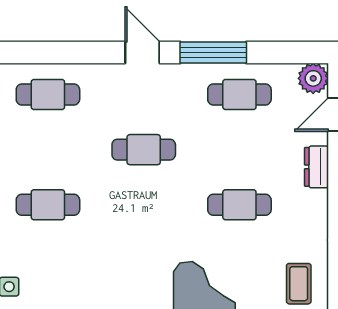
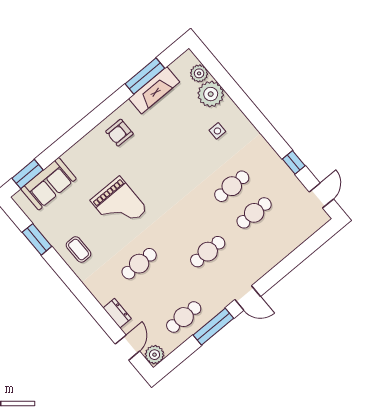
cafe table: (48, 94) -> (254, 213), moved

